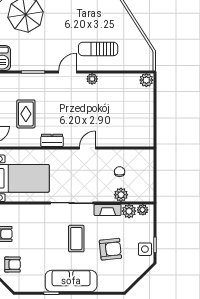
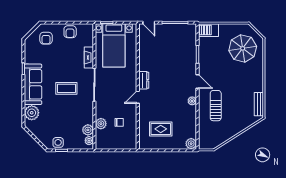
rug: (26, 114) -> (161, 129), moved
dresser: (52, 140) -> (144, 80), moved
door: (87, 148) -> (138, 97), swing flipped
fireplace: (108, 210) -> (89, 58), moved
armchair: (110, 249) -> (58, 115), removed
plant: (107, 283) -> (32, 113), added

